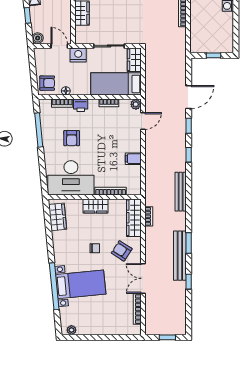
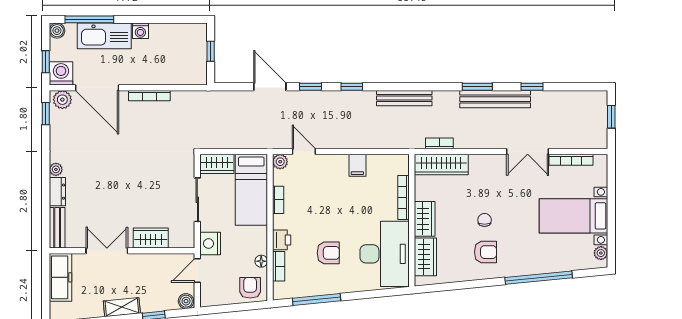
wardrobe: (58, 217) -> (425, 257), moved, turned 96
armchair: (122, 251) -> (485, 252), moved, turned -123
bed with nightstands: (81, 284) -> (574, 216), moved, turned -84

